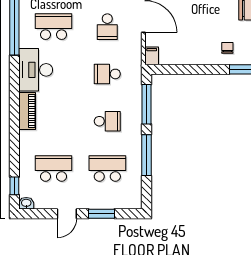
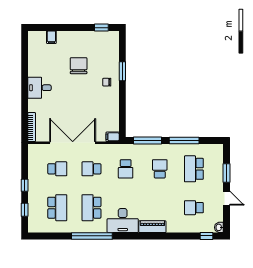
school desk: (107, 27) -> (91, 169), turned 180
school desk: (54, 168) -> (194, 208), width x0.54

